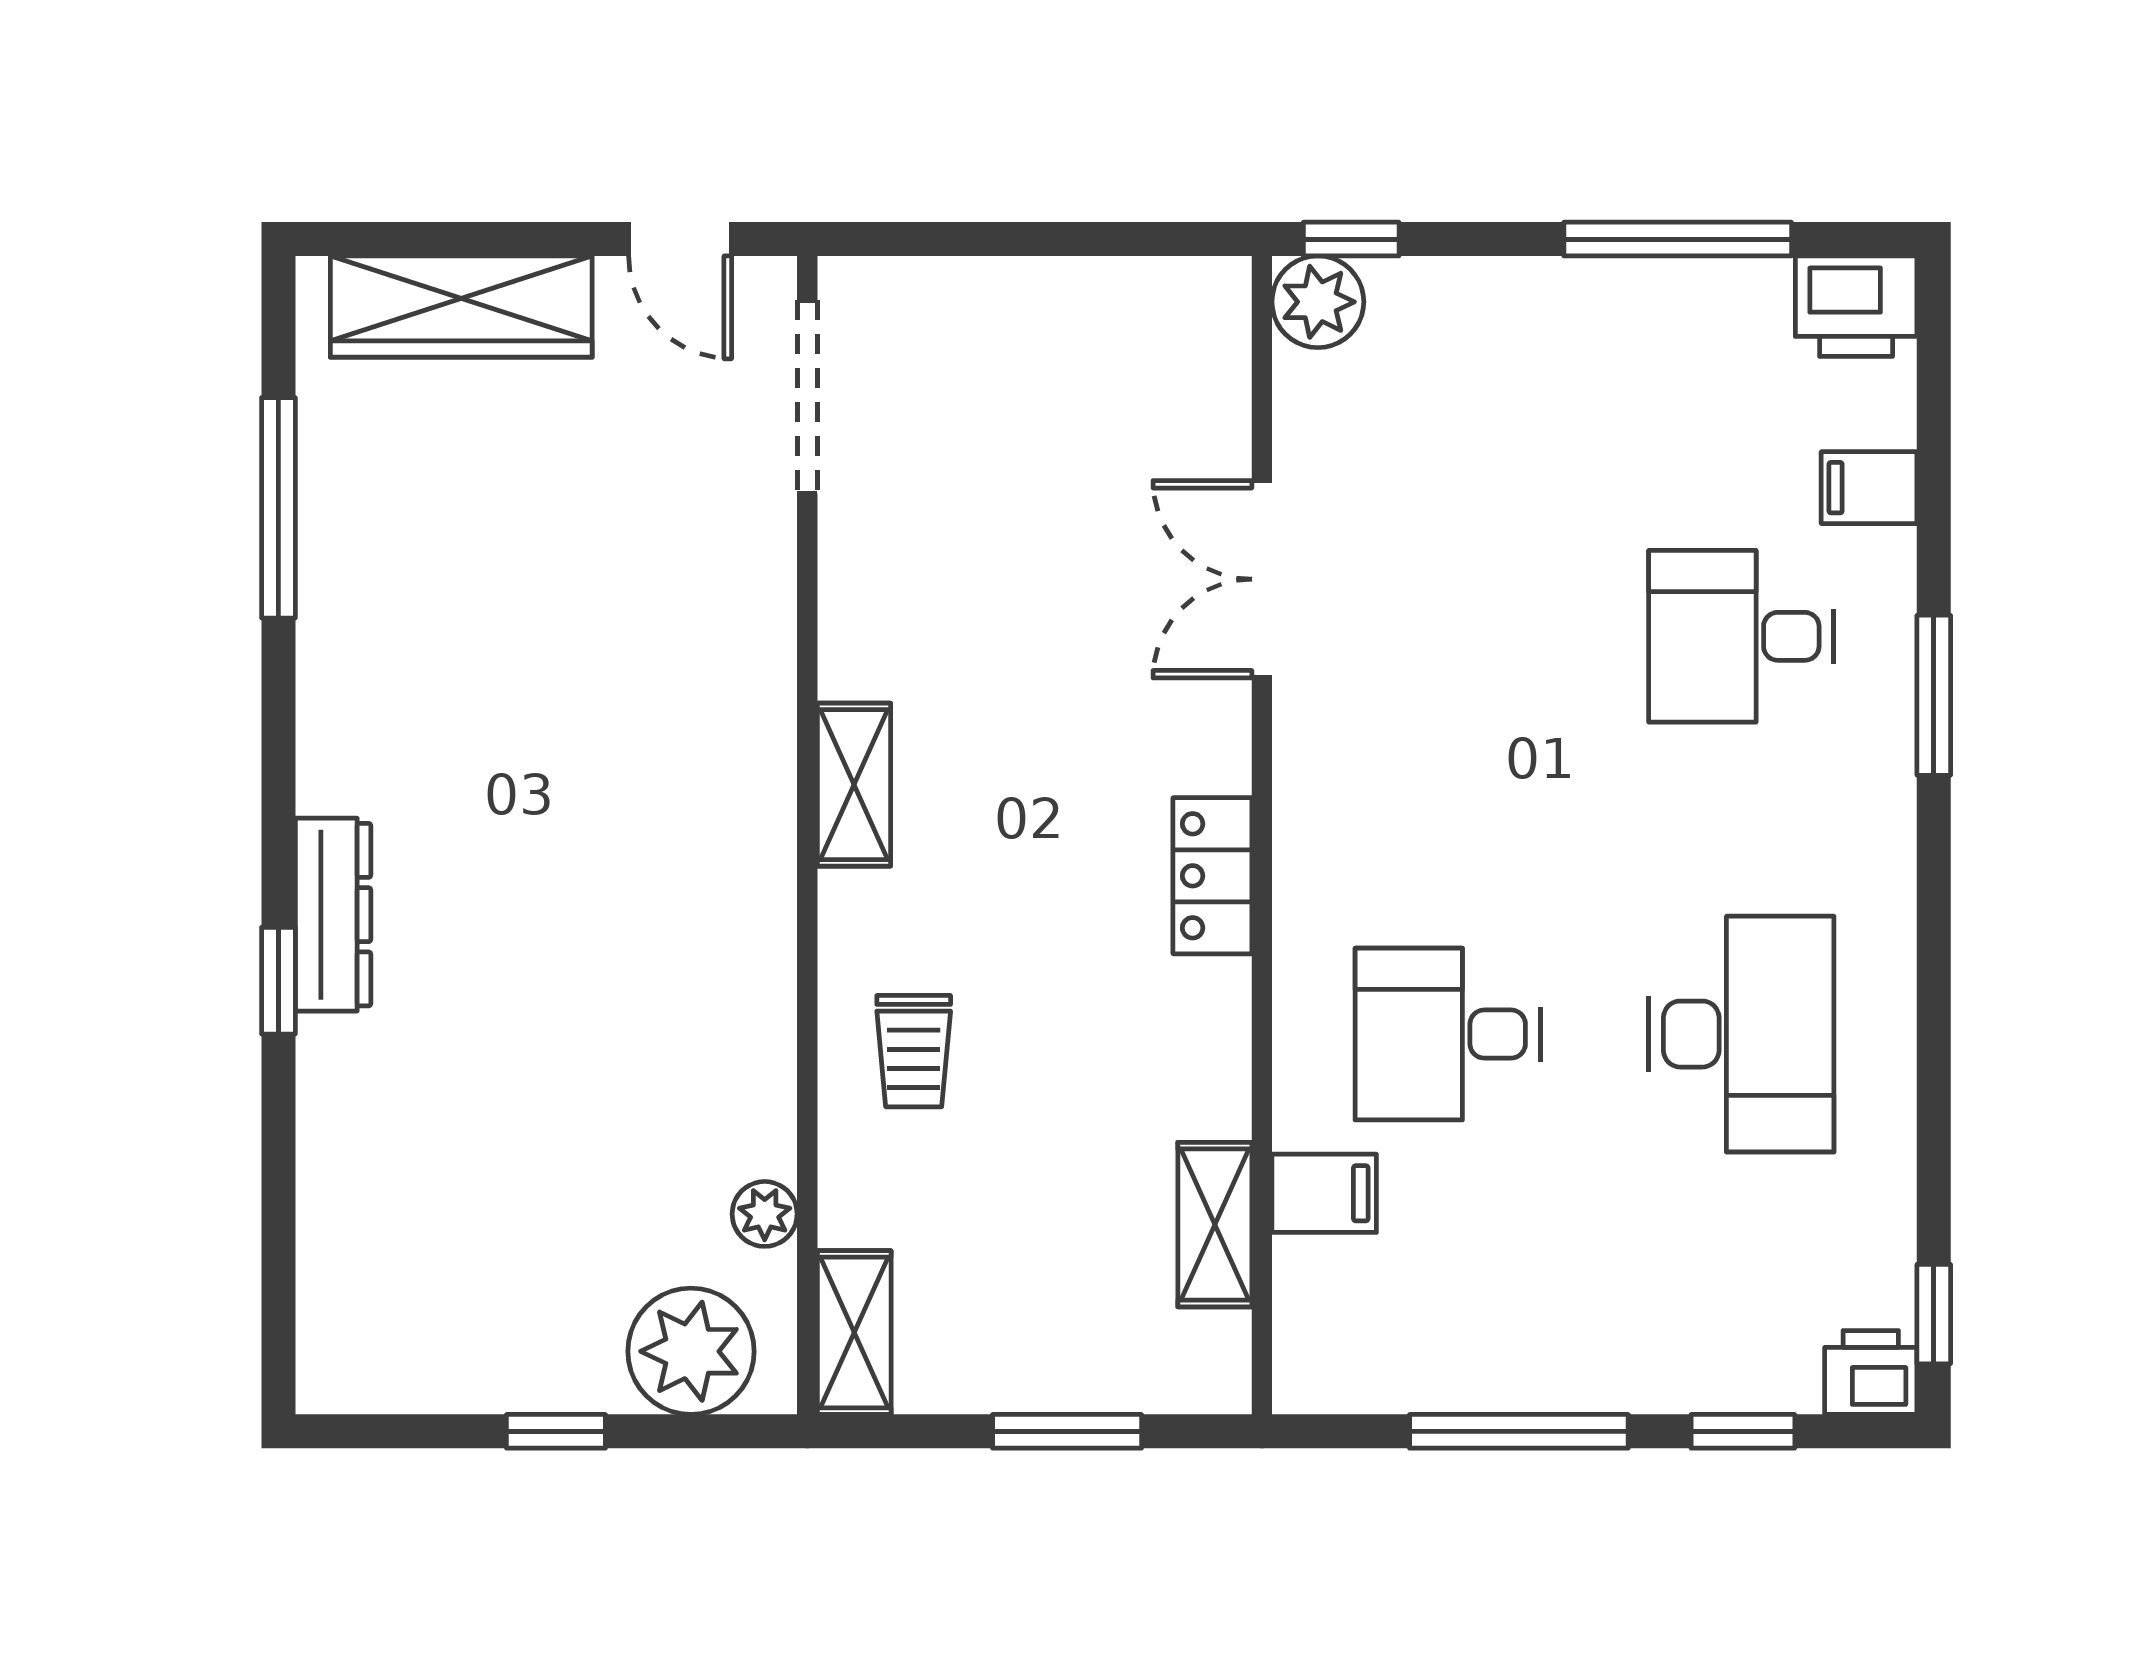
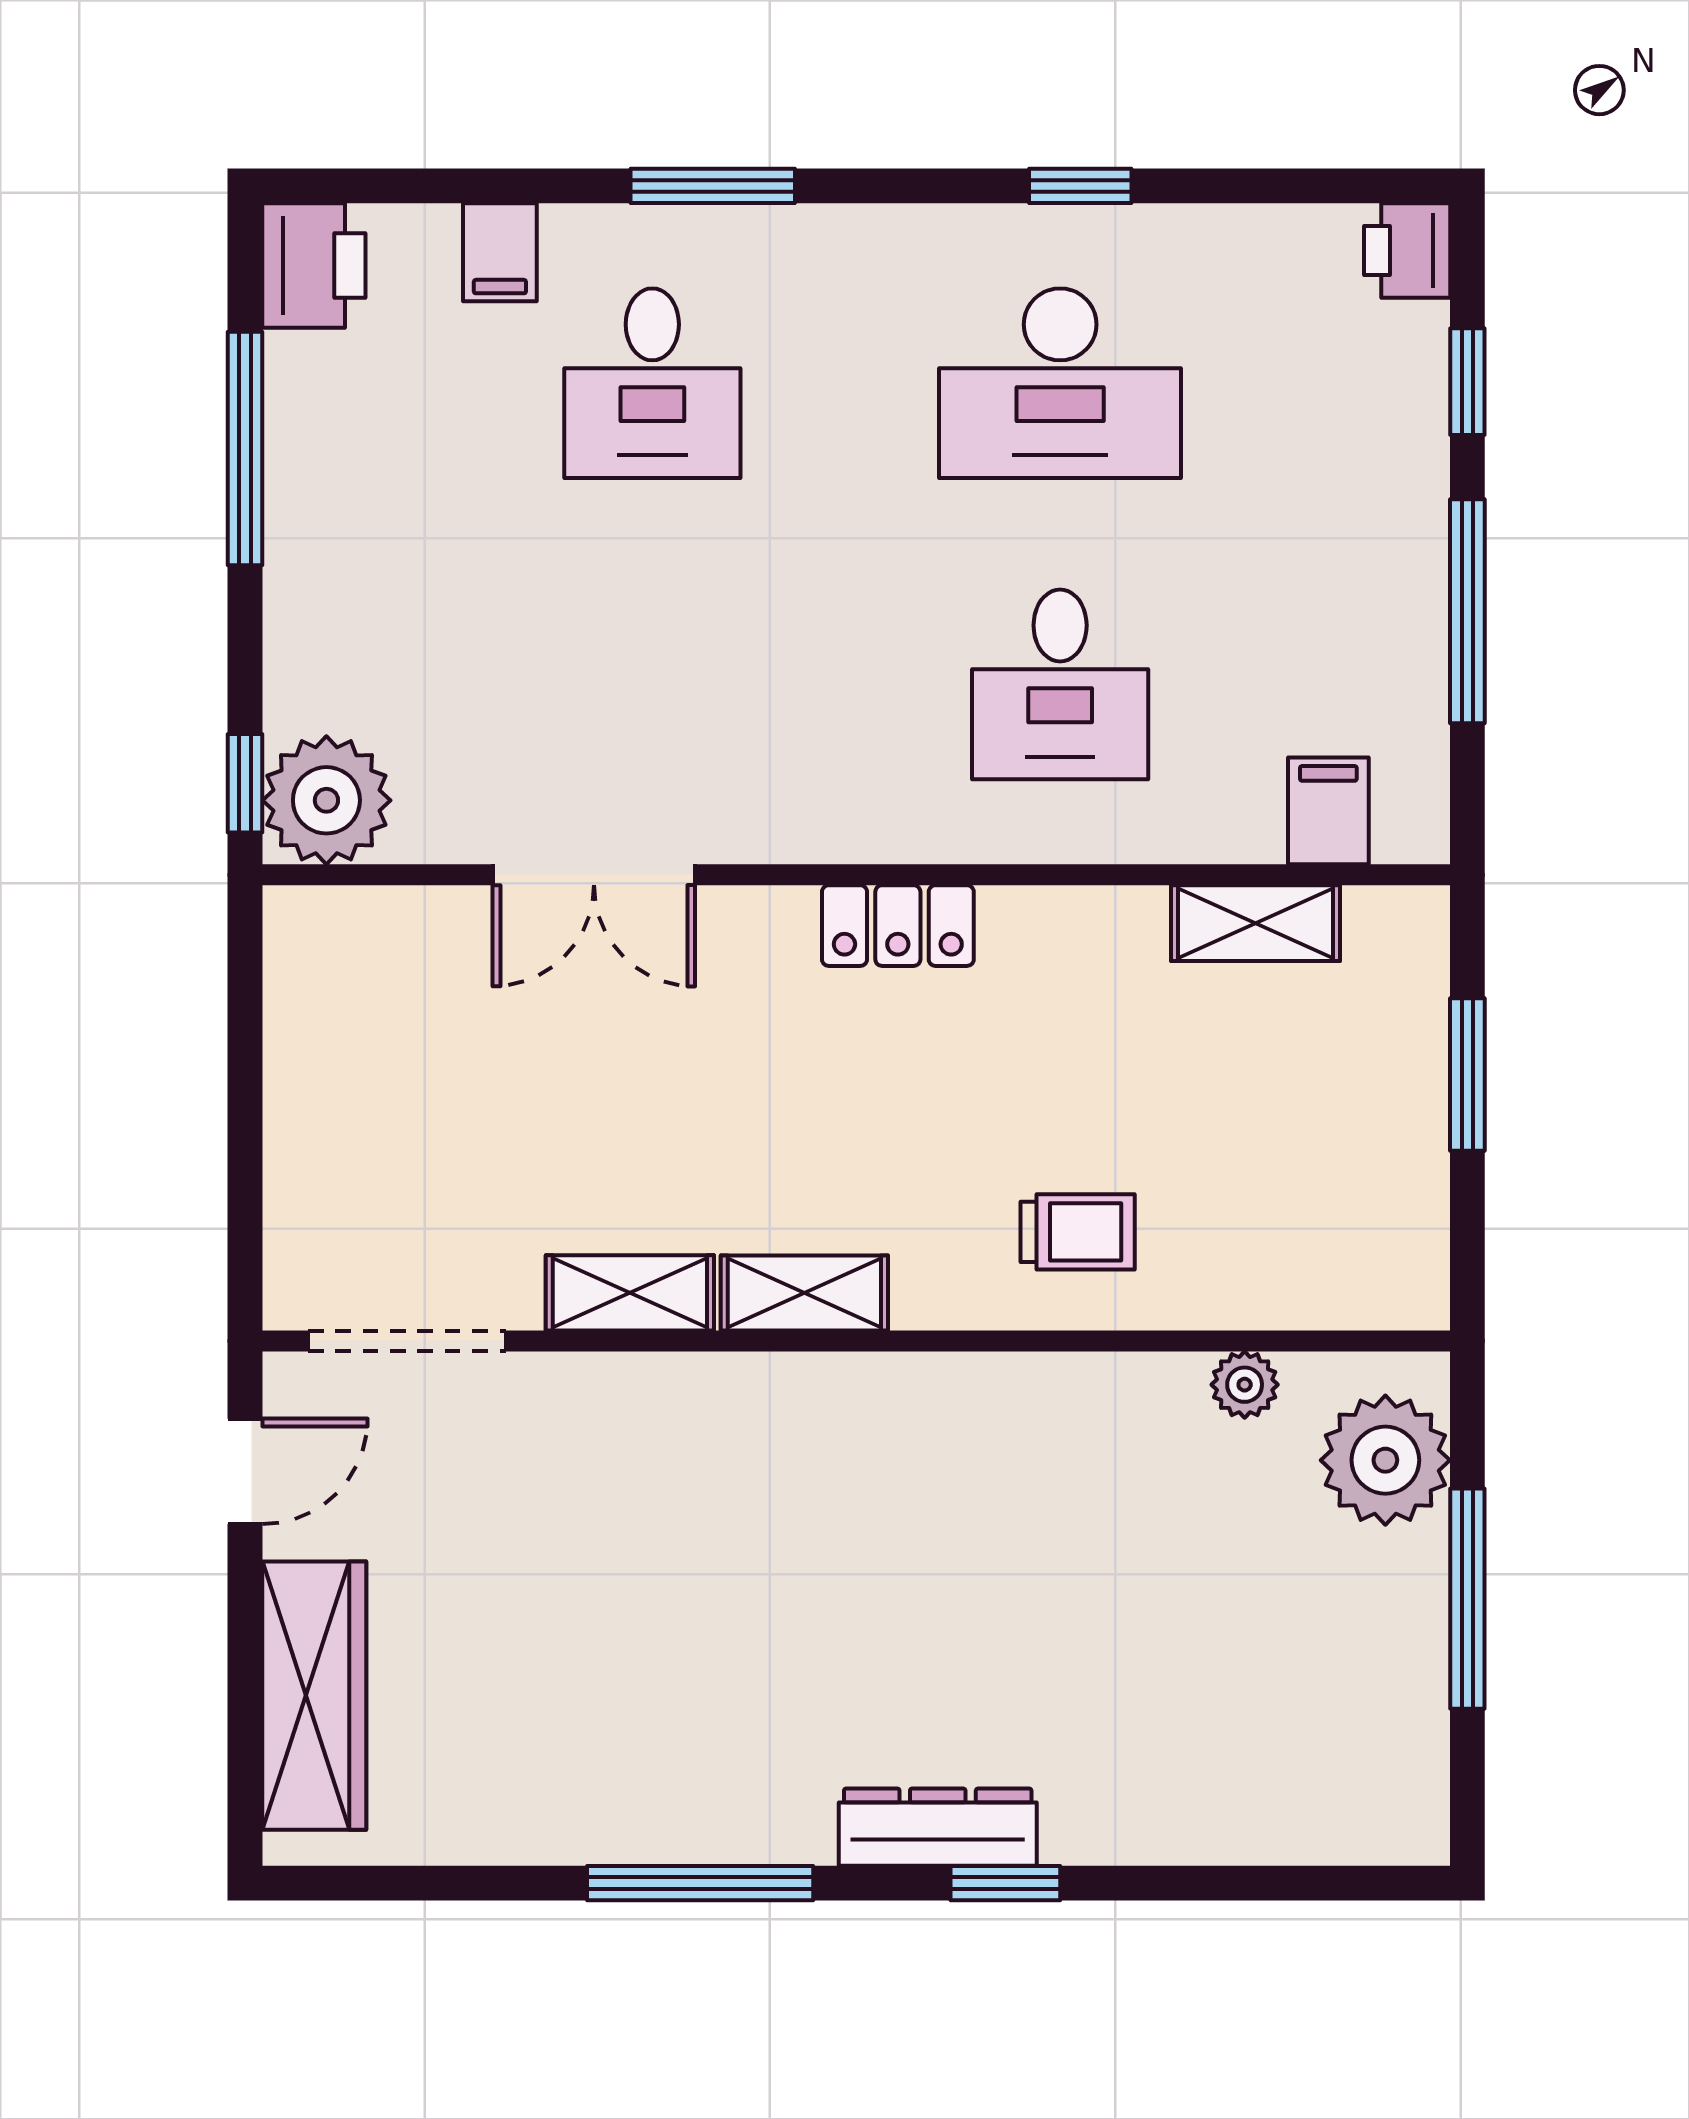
plant: (1318, 302) -> (326, 800), width x1.36, depth x1.36
window: (278, 508) -> (700, 1883), moved
desk: (1741, 1034) -> (1060, 383), turned 180
filing cabinet: (1324, 1193) -> (1328, 811), moved
window: (1934, 1314) -> (1080, 186), moved
shelving: (854, 1333) -> (630, 1293), moved
window: (556, 1431) -> (1467, 1599), width x2.17

